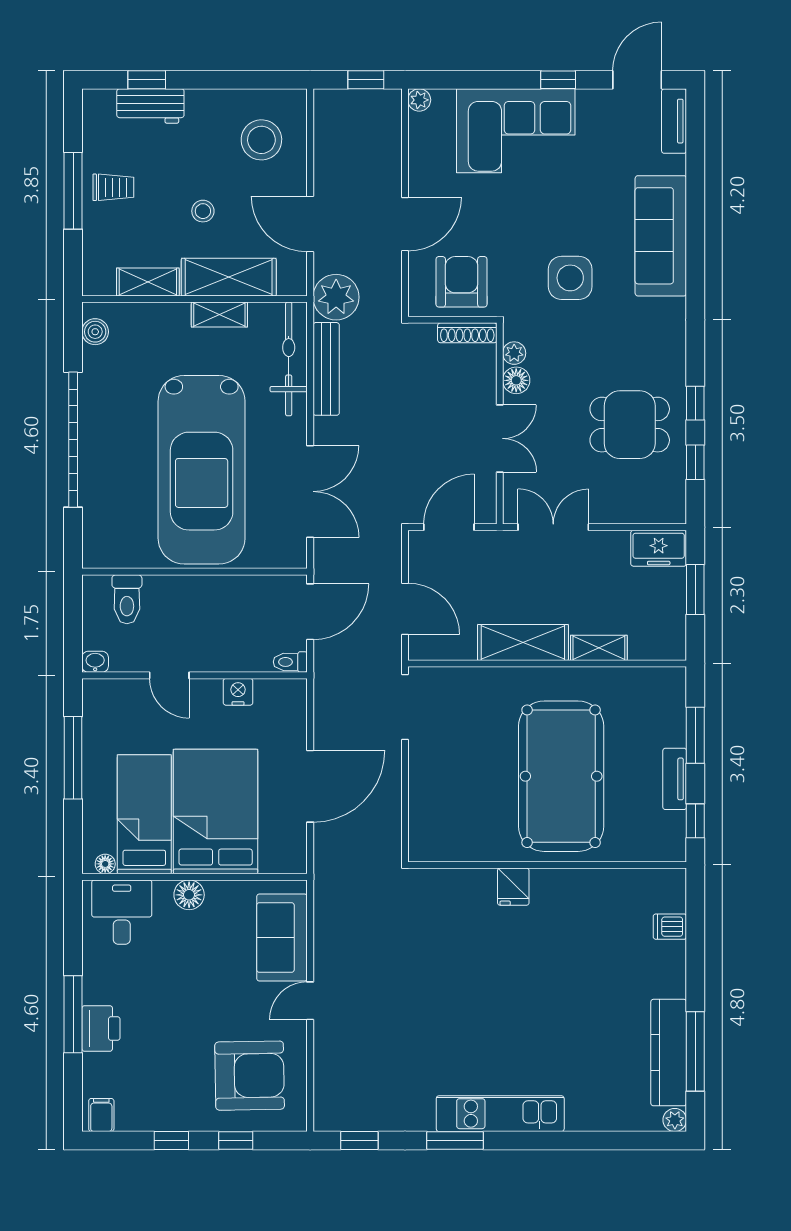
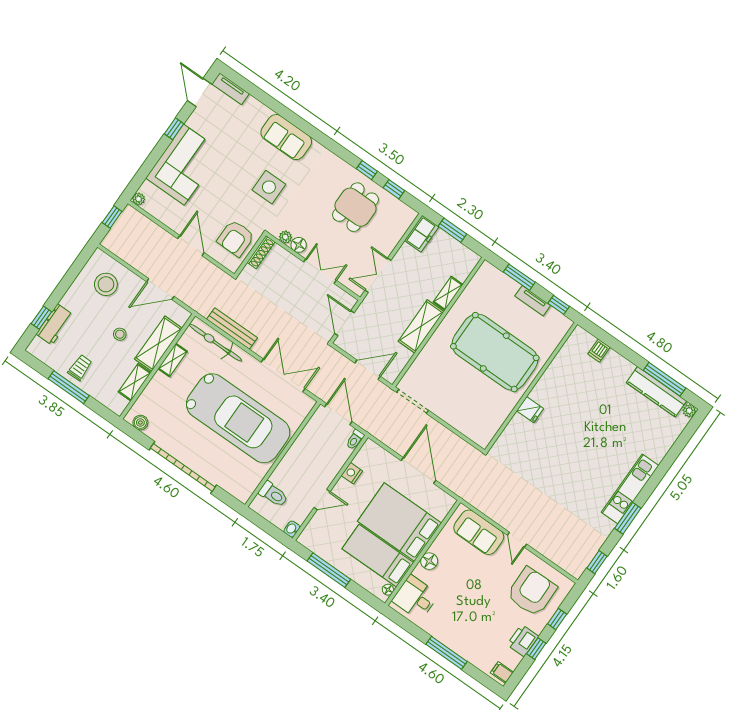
sofa: (661, 236) -> (286, 137), width x0.73
armchair: (462, 282) -> (236, 238), turned -90
plant: (336, 297) -> (202, 301), removed
printer: (101, 1028) -> (523, 640), moved, turned -90

